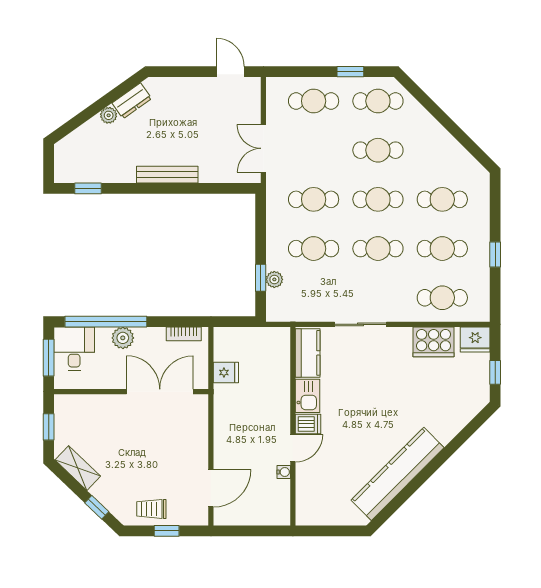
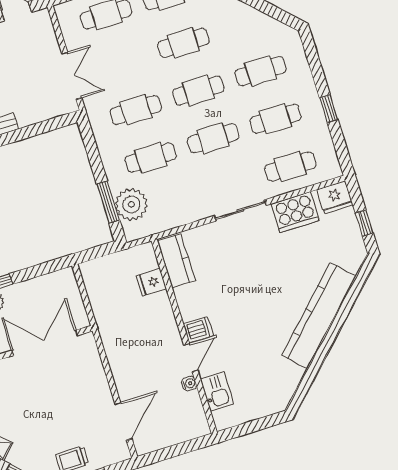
double door: (263, 148) -> (72, 76), swing flipped
window: (261, 278) -> (108, 202), width x1.50
plant: (274, 279) -> (131, 204), width x1.87, depth x1.87
sliding door: (361, 324) -> (240, 210), moved
bookcase: (184, 334) -> (50, 280), removed
fridge: (226, 373) -> (151, 282), moved, turned 180
kitchen sink: (308, 396) -> (217, 391), moved
kitchen counter: (398, 474) -> (319, 316), moved

